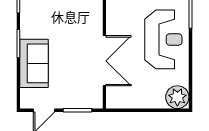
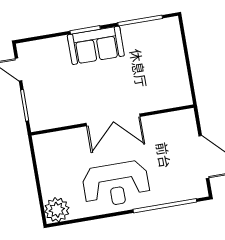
double door: (104, 61) -> (113, 120), moved
sofa: (34, 63) -> (96, 45), moved

